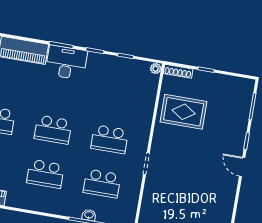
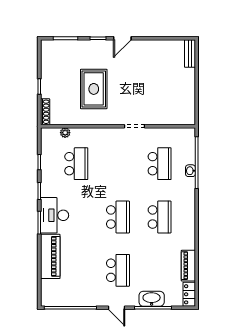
plant: (156, 69) -> (65, 133), moved
rug: (184, 112) -> (94, 89), moved
school desk: (110, 139) -> (76, 164), moved

